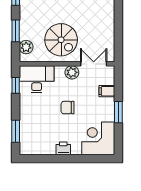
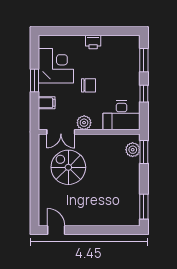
window: (16, 31) -> (144, 152), moved
spiral stairs: (61, 40) -> (68, 167), moved
window: (16, 85) -> (144, 94), moved
corner desk: (98, 138) -> (56, 66), moved, turned -90

